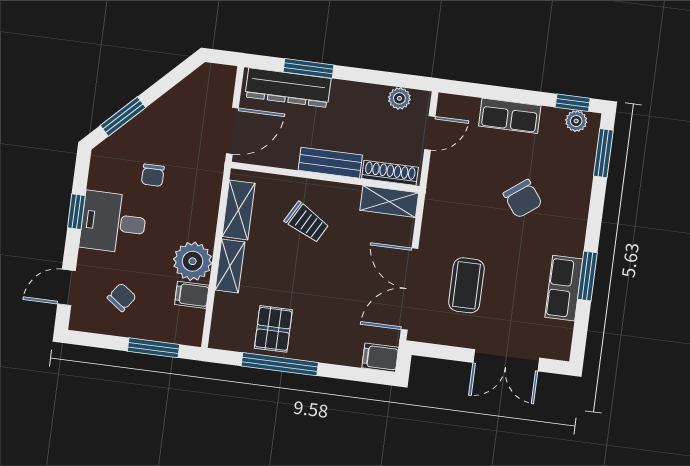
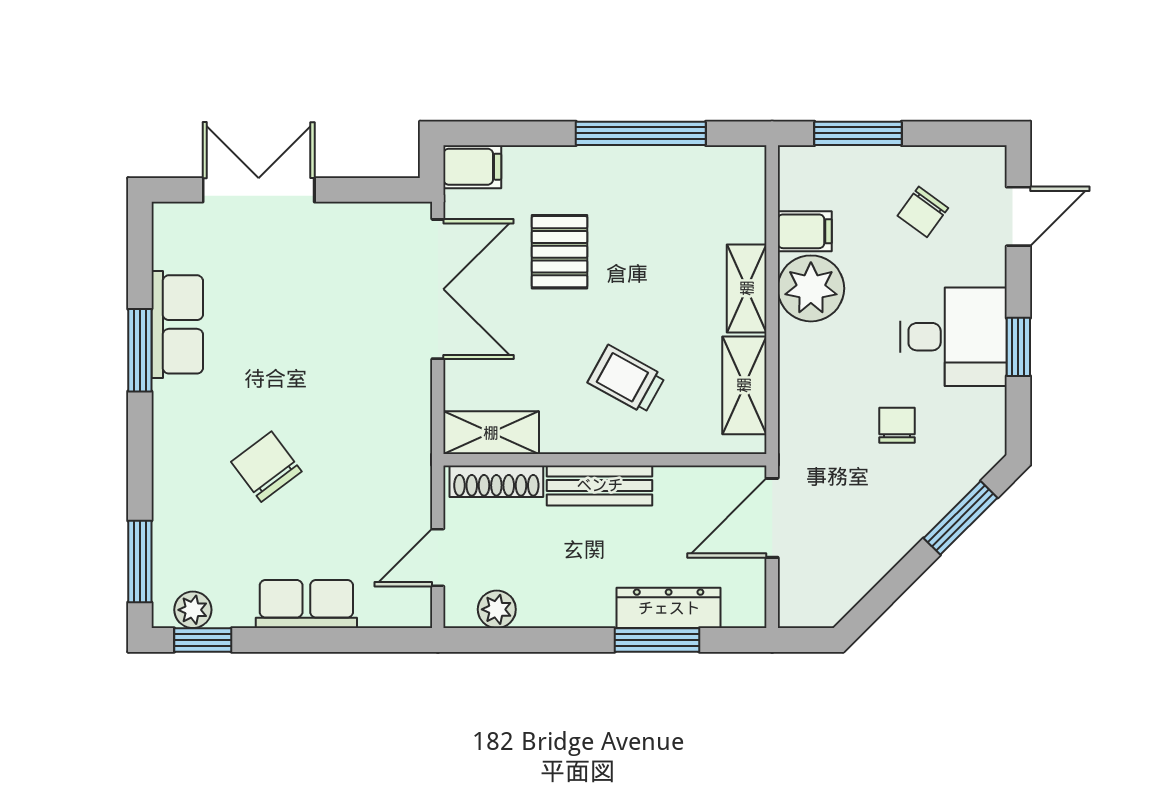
dresser: (288, 88) -> (669, 608), width x0.73, depth x0.80
coffee table: (466, 285) -> (342, 308), removed
pallet: (273, 329) -> (560, 252), moved

